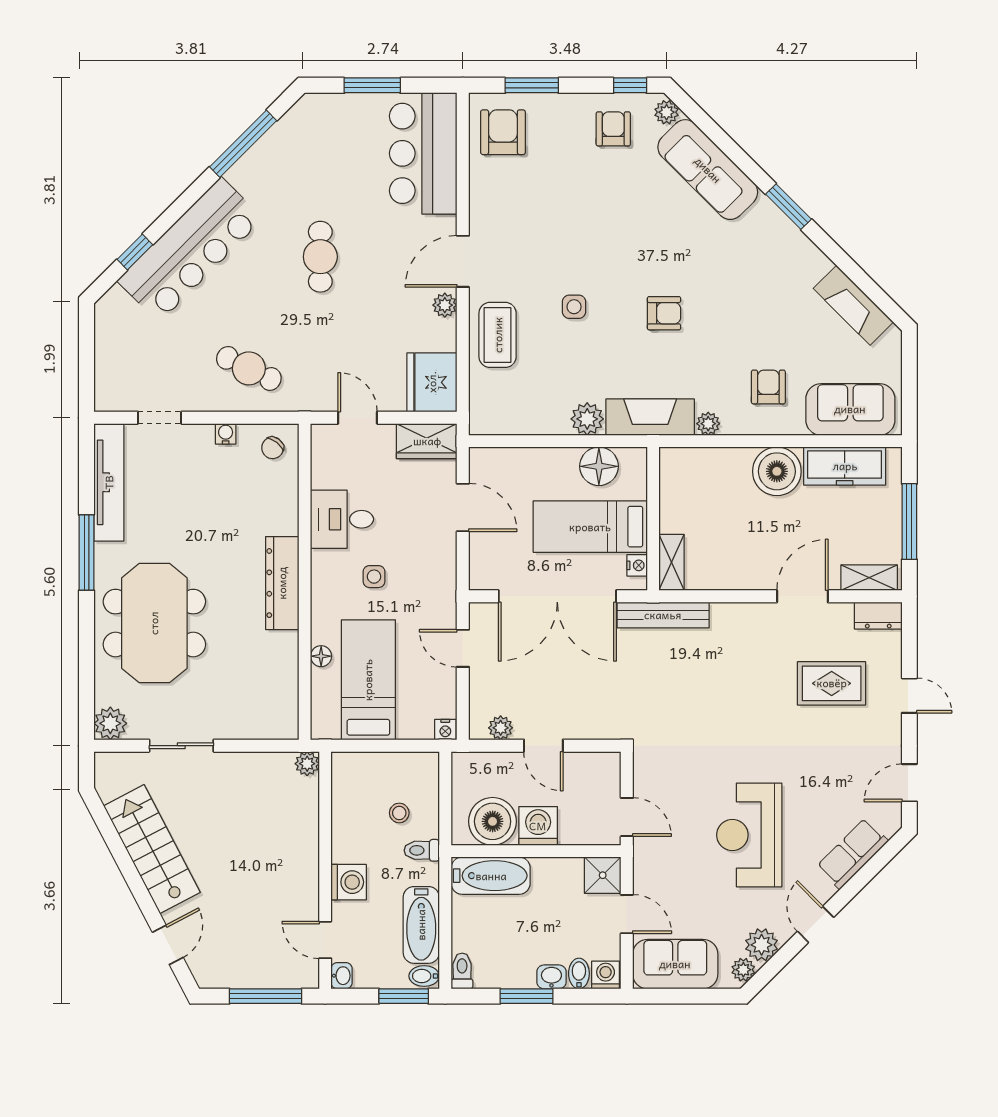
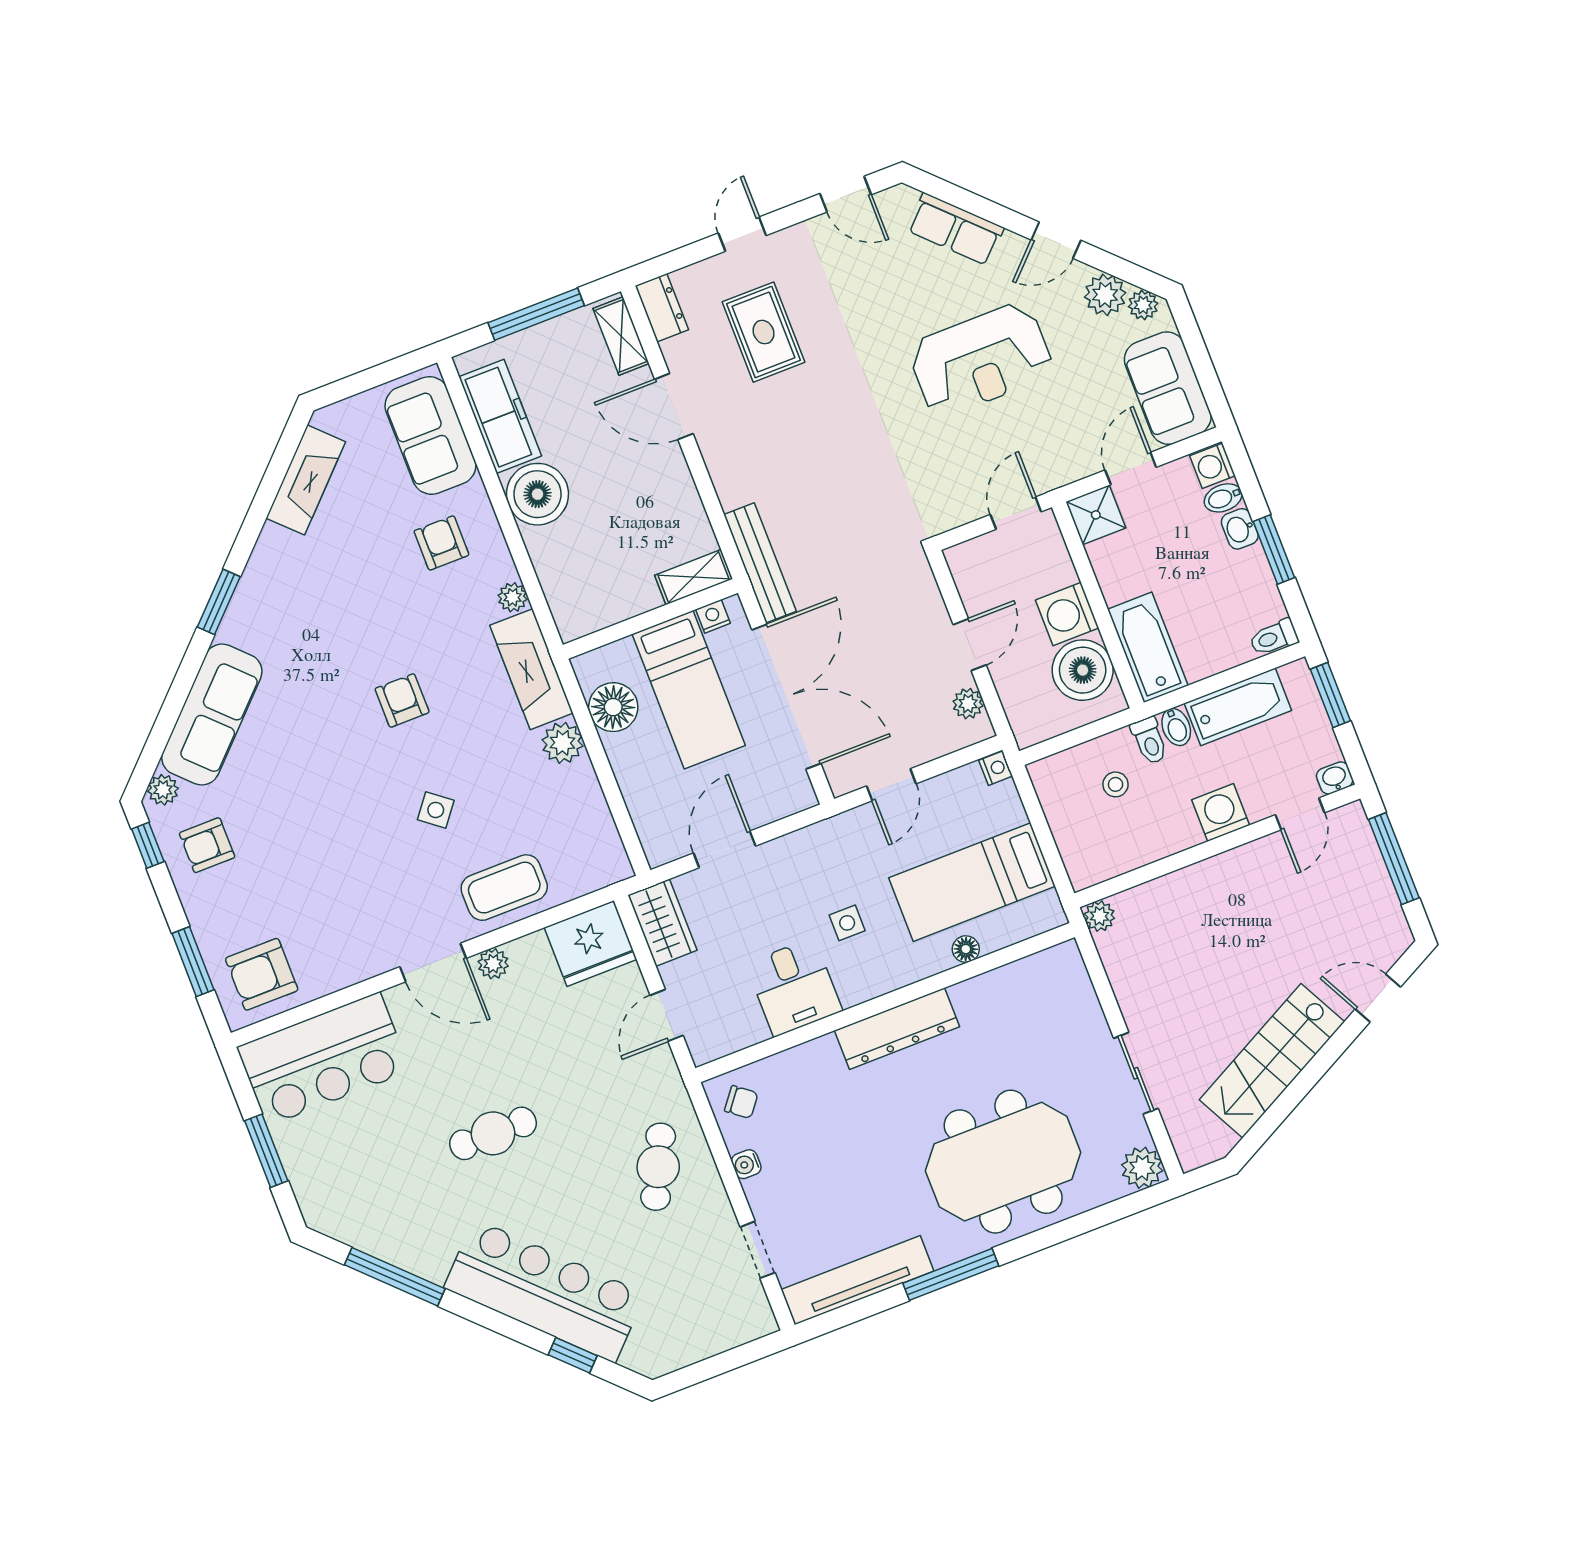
side table: (574, 307) -> (436, 810), turned 38
armchair: (768, 387) -> (441, 543), turned 90
bidet: (424, 976) -> (1176, 727), moved

